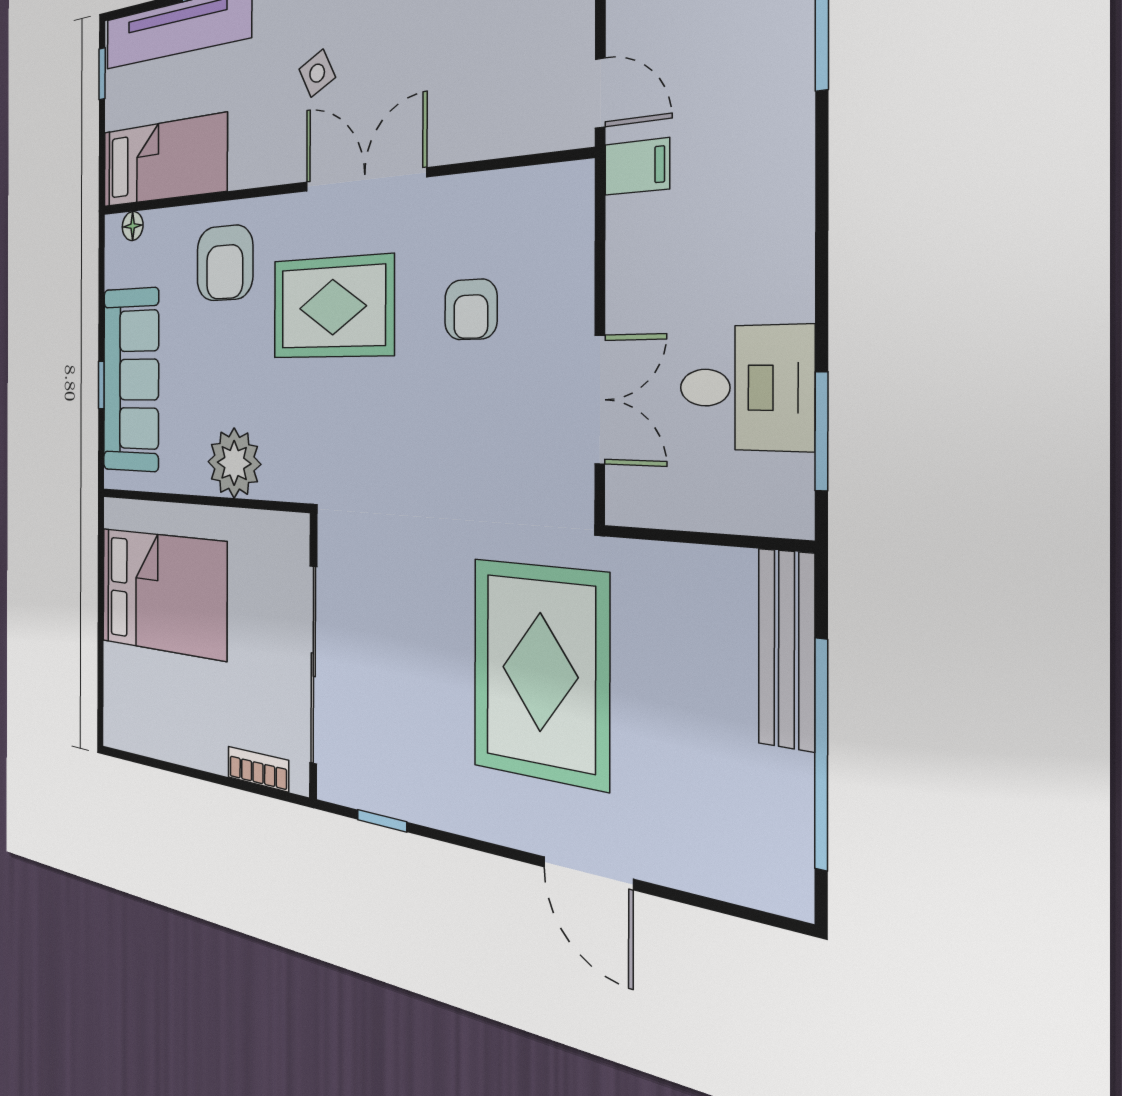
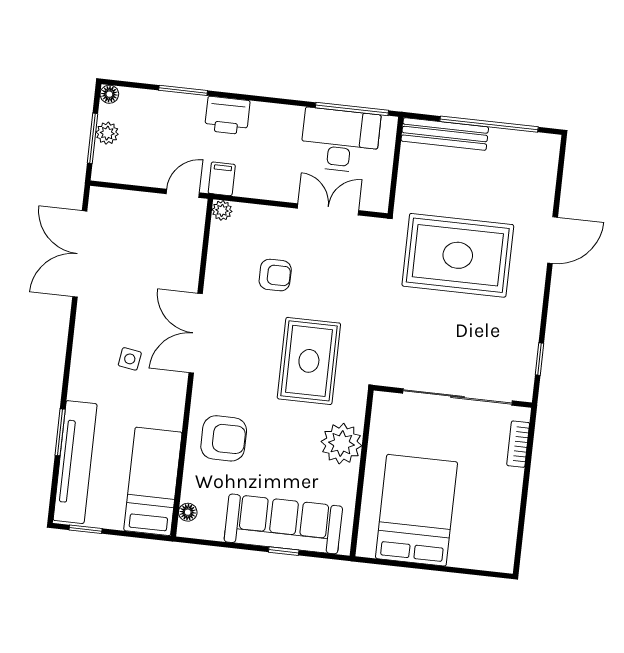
side table: (317, 73) -> (130, 359), turned 36
printer: (774, 148) -> (227, 115), added
plant: (576, 181) -> (222, 210), added
rug: (333, 307) -> (309, 361), moved
desk: (746, 388) -> (340, 140), width x1.37
window: (821, 431) -> (352, 109), width x1.44

